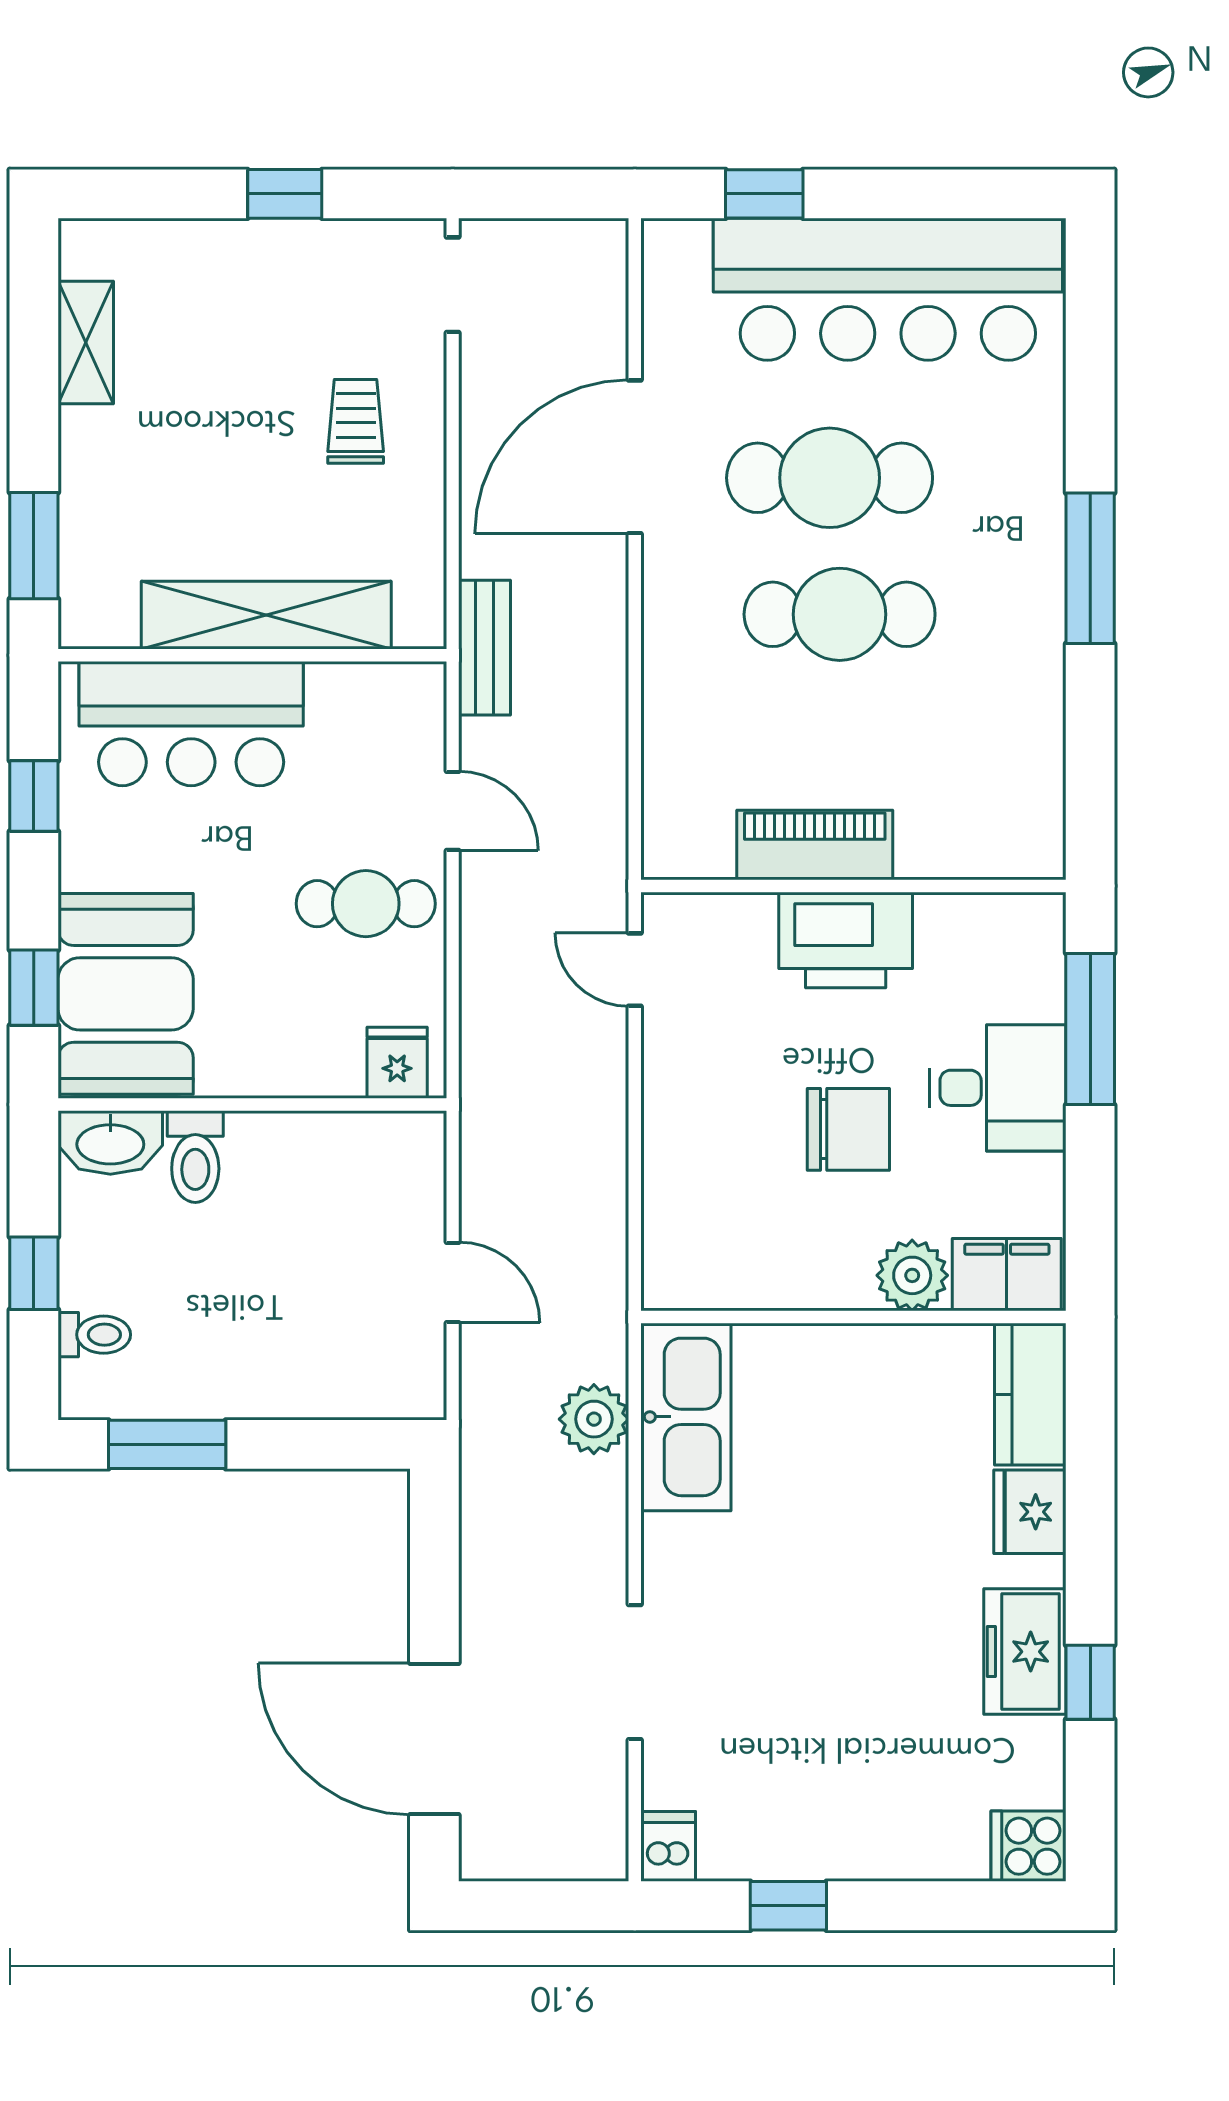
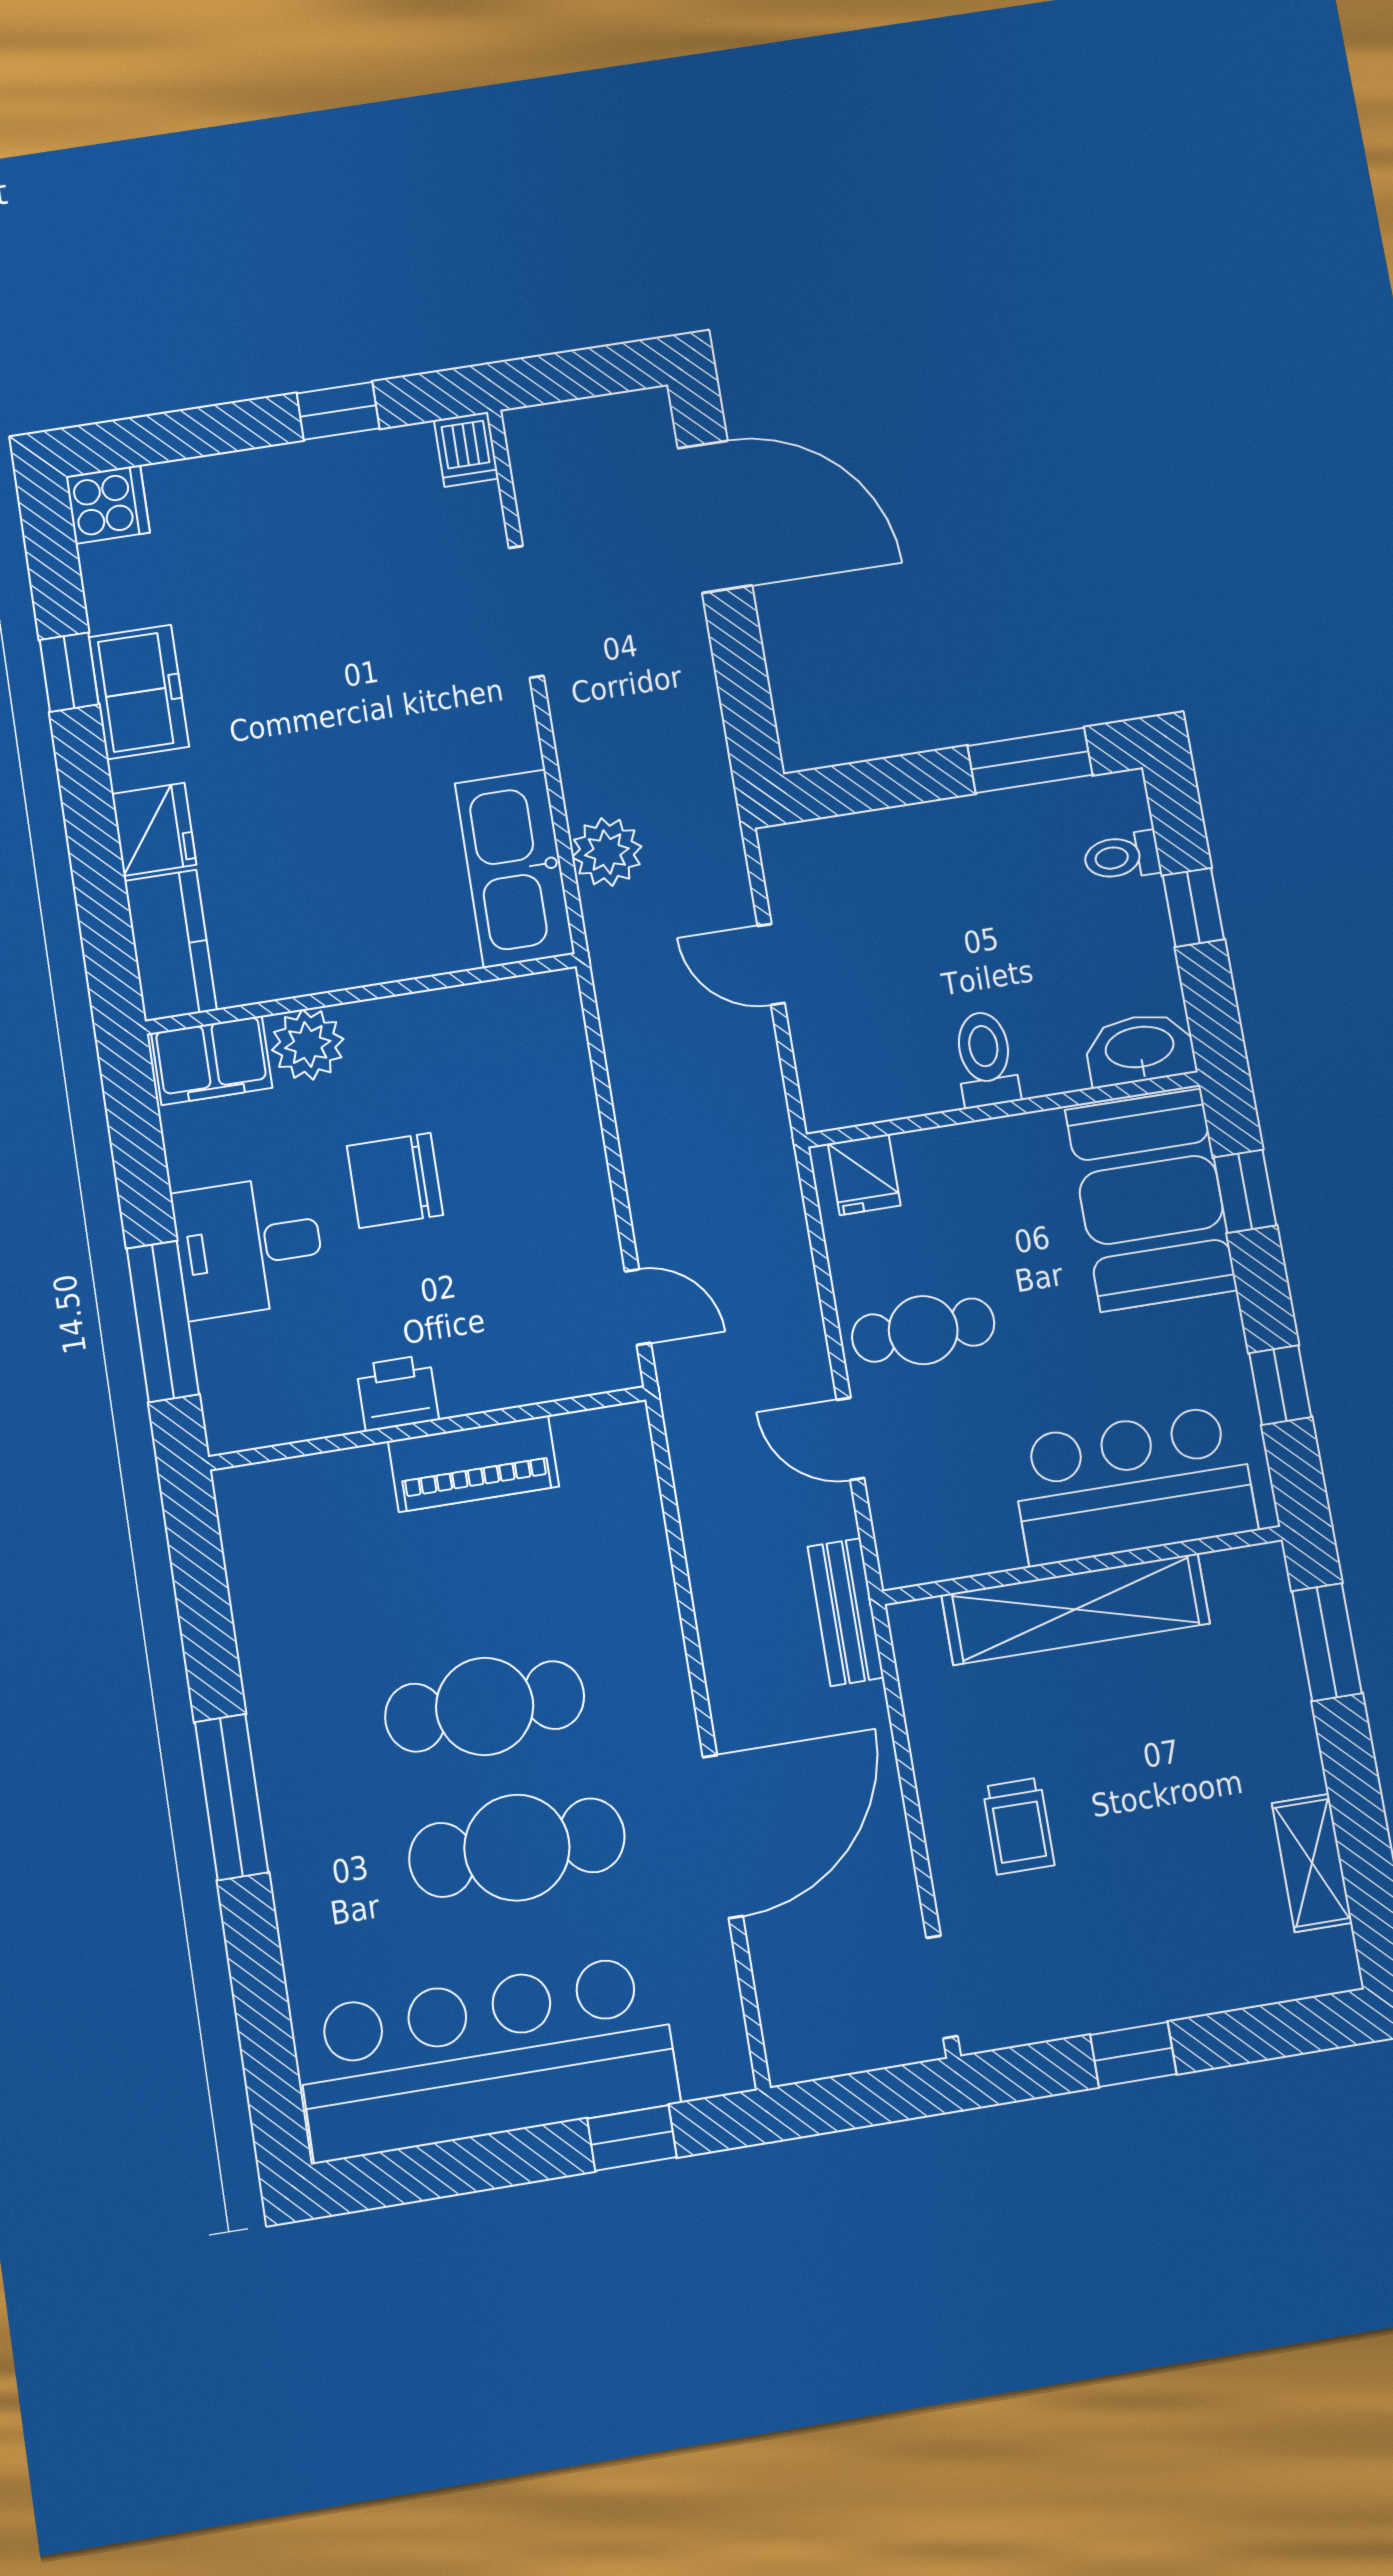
printer: (846, 940) -> (397, 1393), width x0.53, depth x0.68
toilet: (195, 1157) -> (986, 1059), moved

